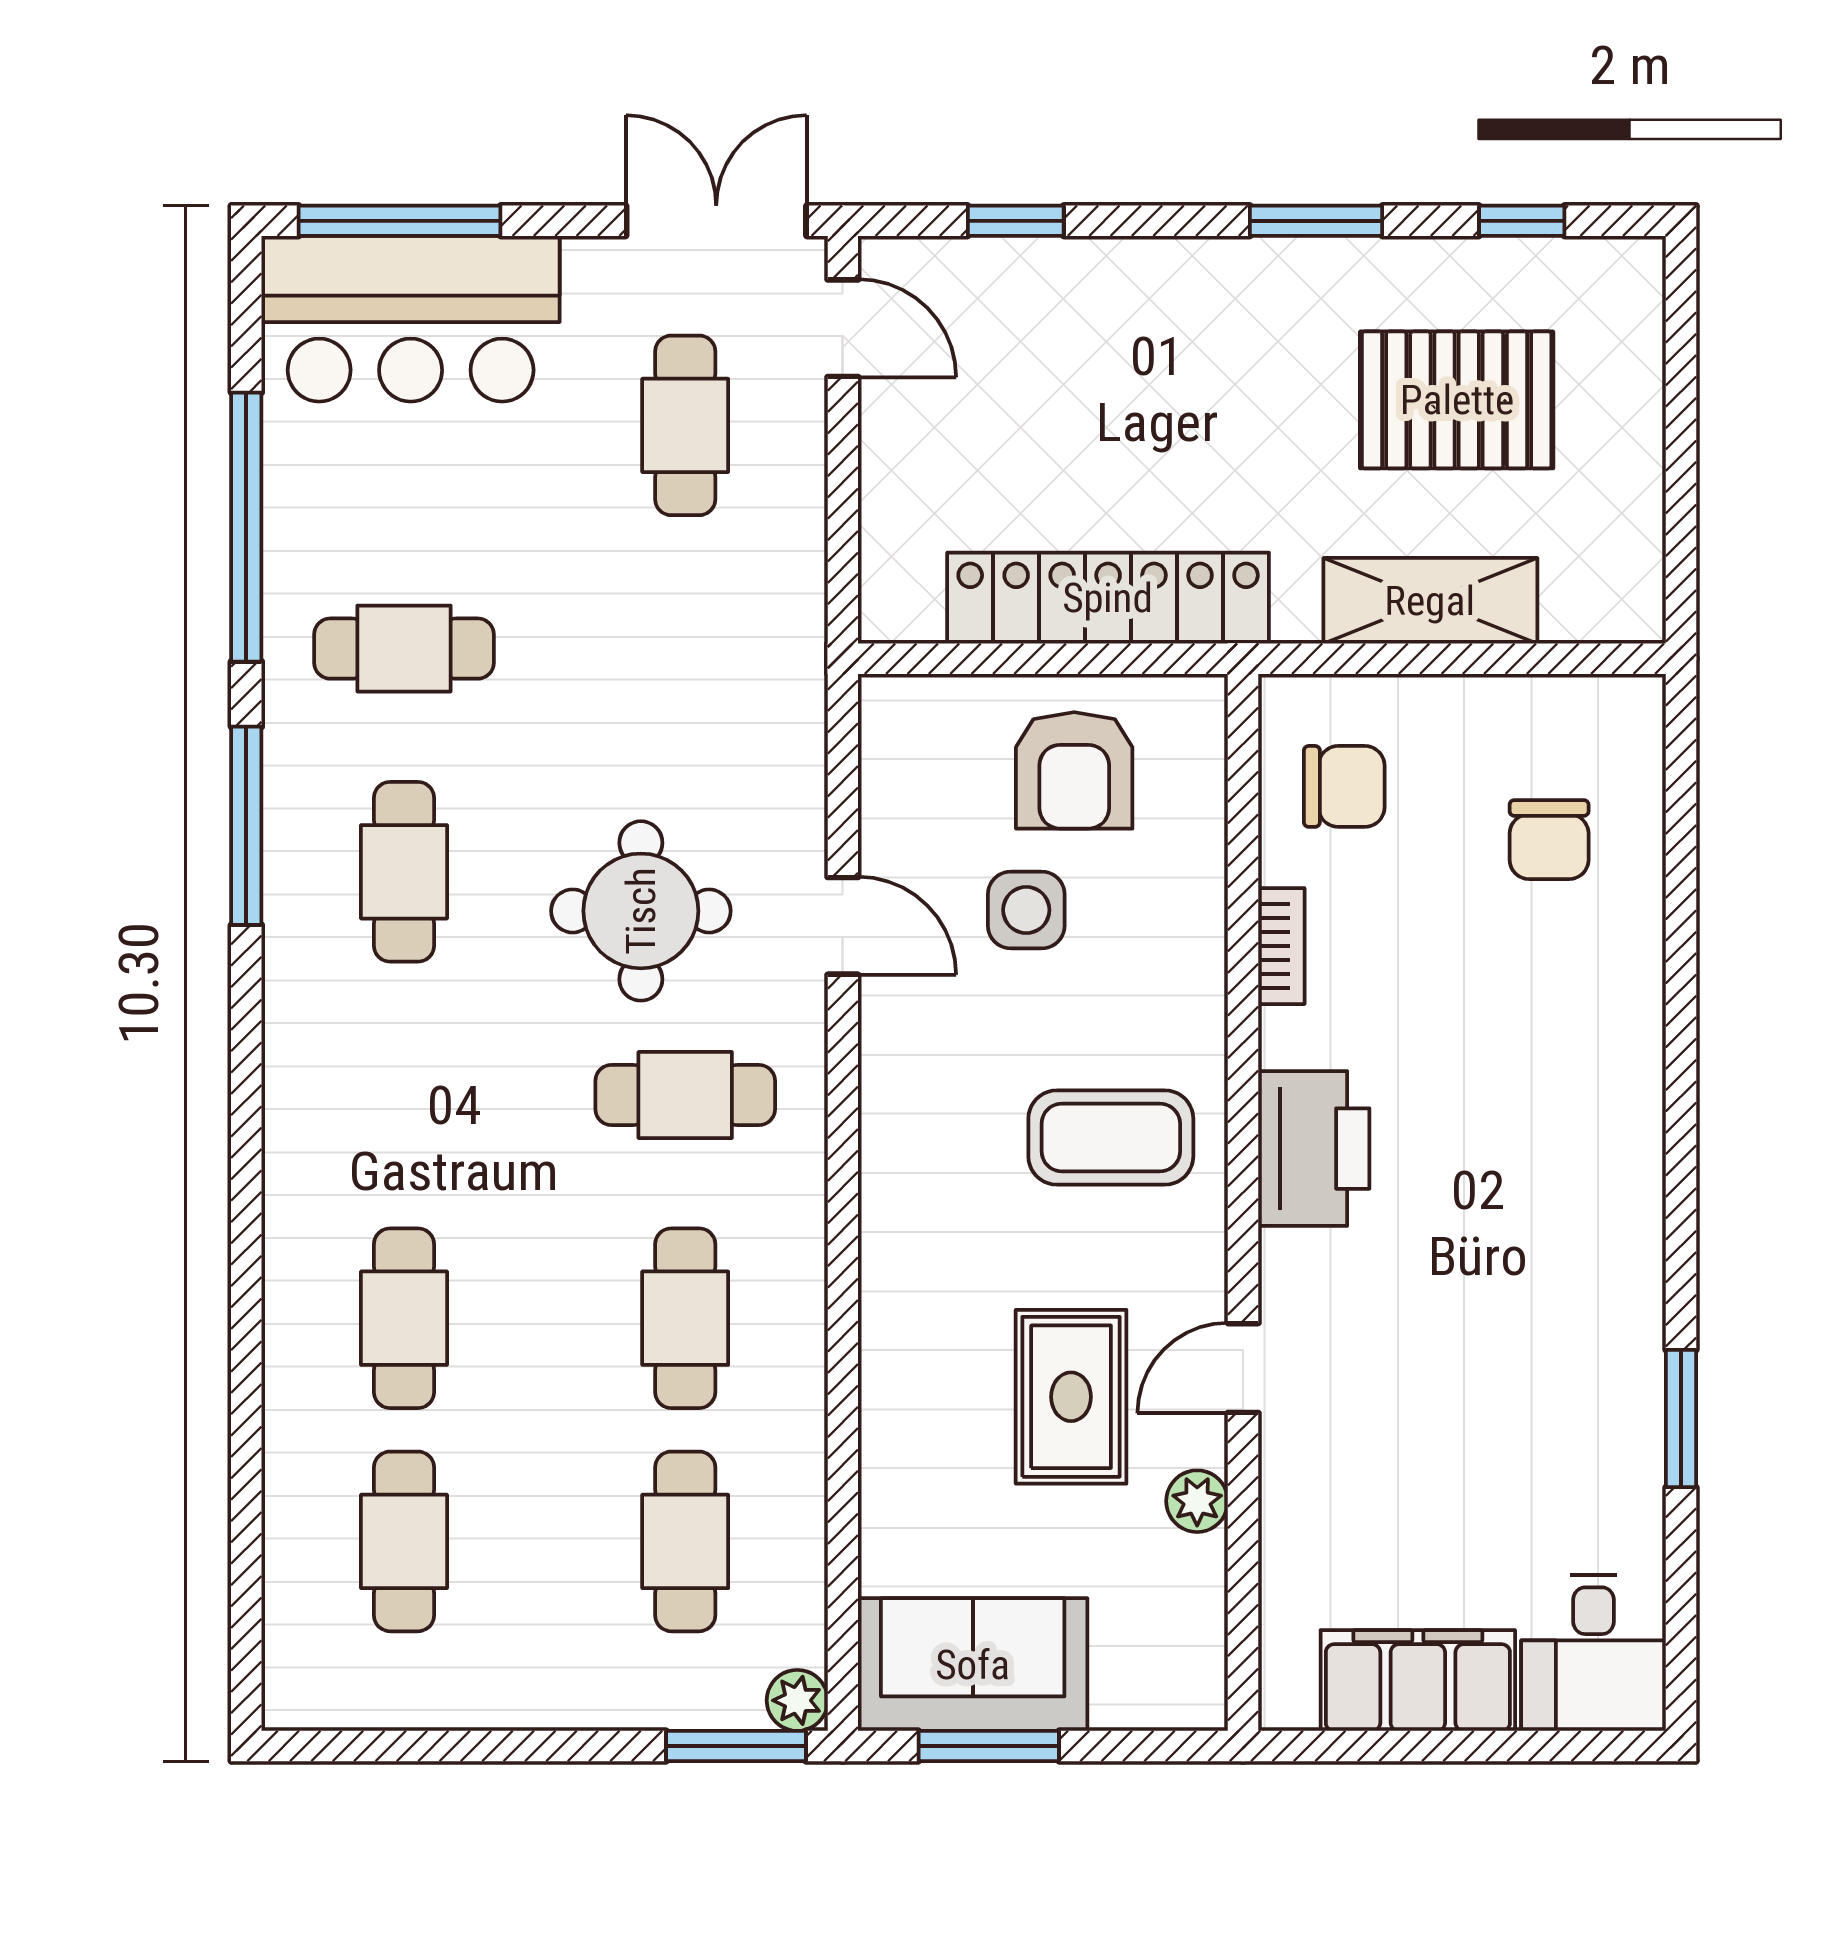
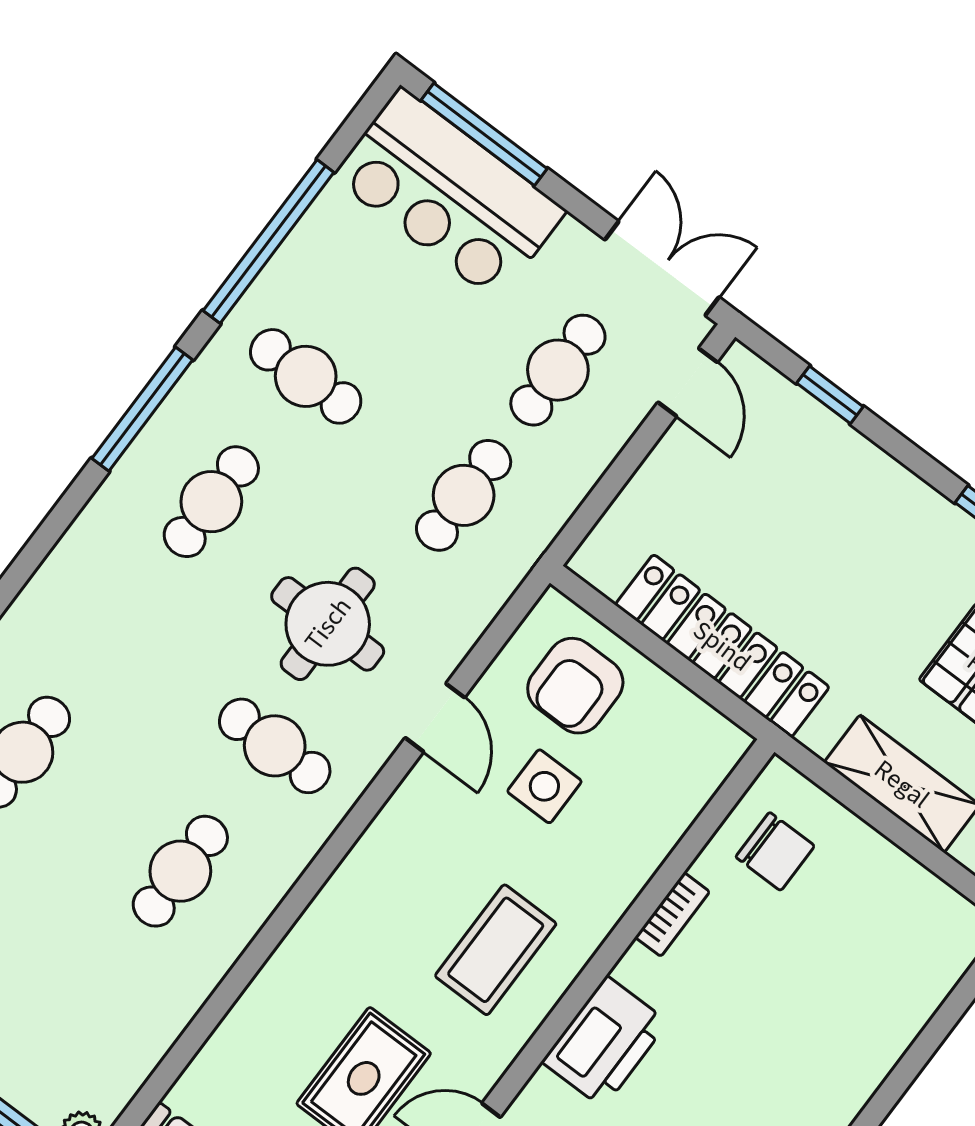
armchair: (1074, 770) -> (575, 686), moved
chair: (1549, 840) -> (868, 968), removed
coffee table: (1111, 1137) -> (496, 950), turned 90
cafe table: (685, 1541) -> (464, 495), moved

